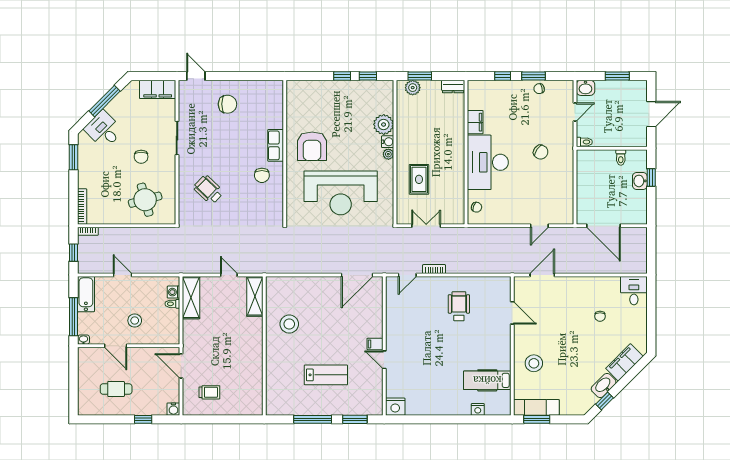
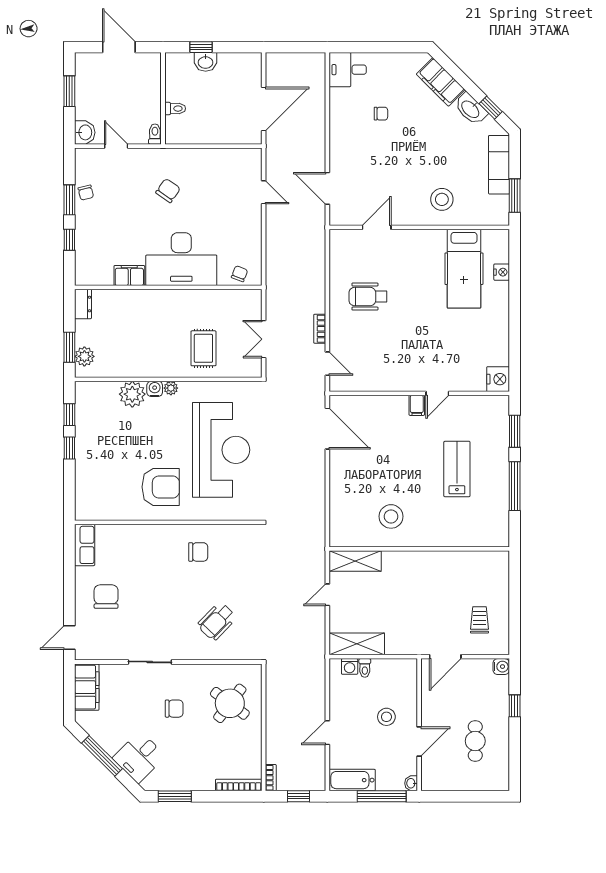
row of seats: (276, 145) -> (85, 545), moved, turned -90
toilet: (621, 157) -> (175, 109), moved
rug: (419, 179) -> (203, 348), turned 90
round table: (145, 200) -> (230, 703), turned -38
hospital bed: (487, 380) -> (464, 269), width x1.37, depth x1.29
exam couch: (536, 407) -> (499, 165), moved

